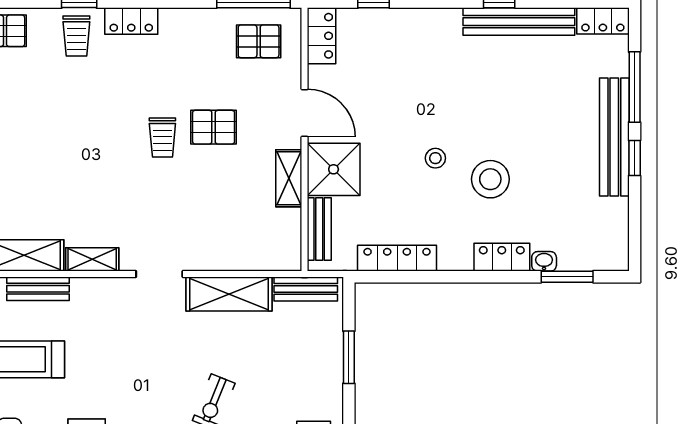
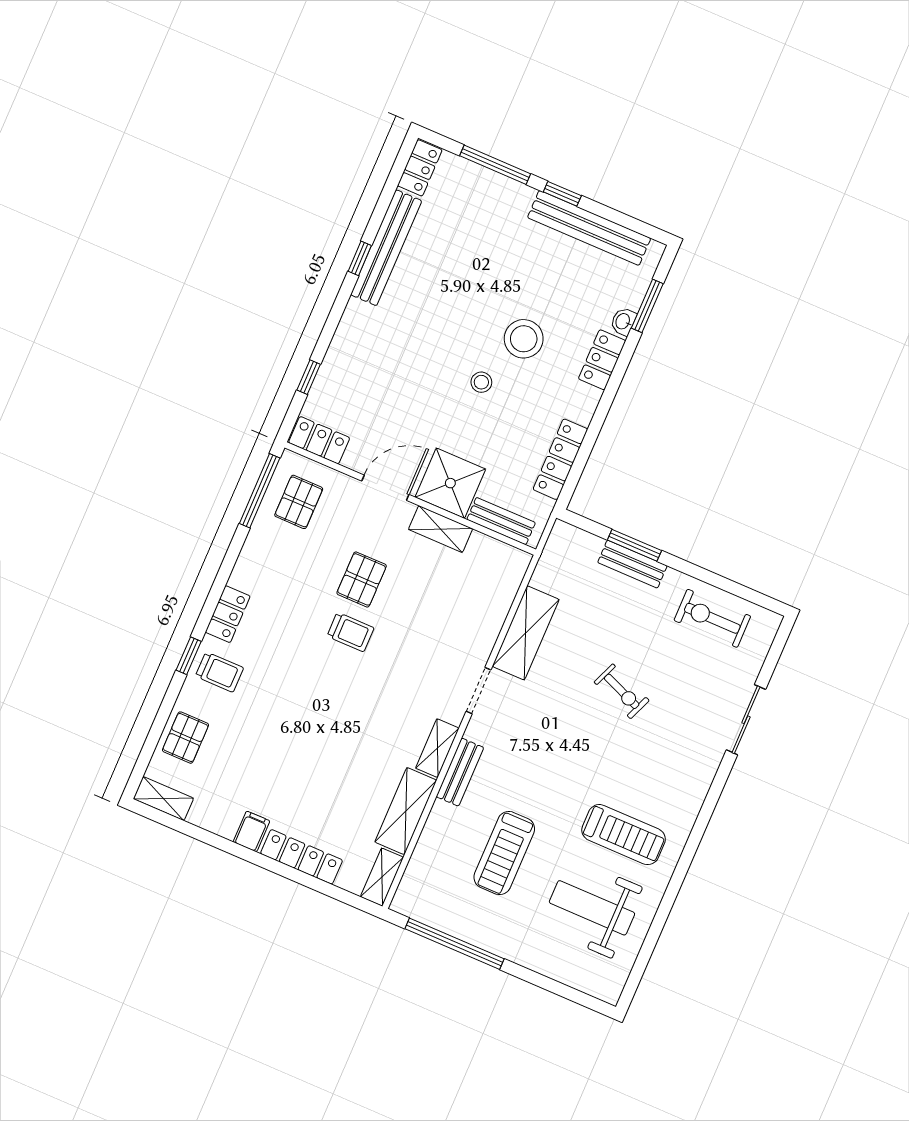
bench: (614, 137) -> (589, 228), moved
bench: (38, 289) -> (460, 772), moved
bench: (306, 289) -> (632, 564), moved, turned 90

